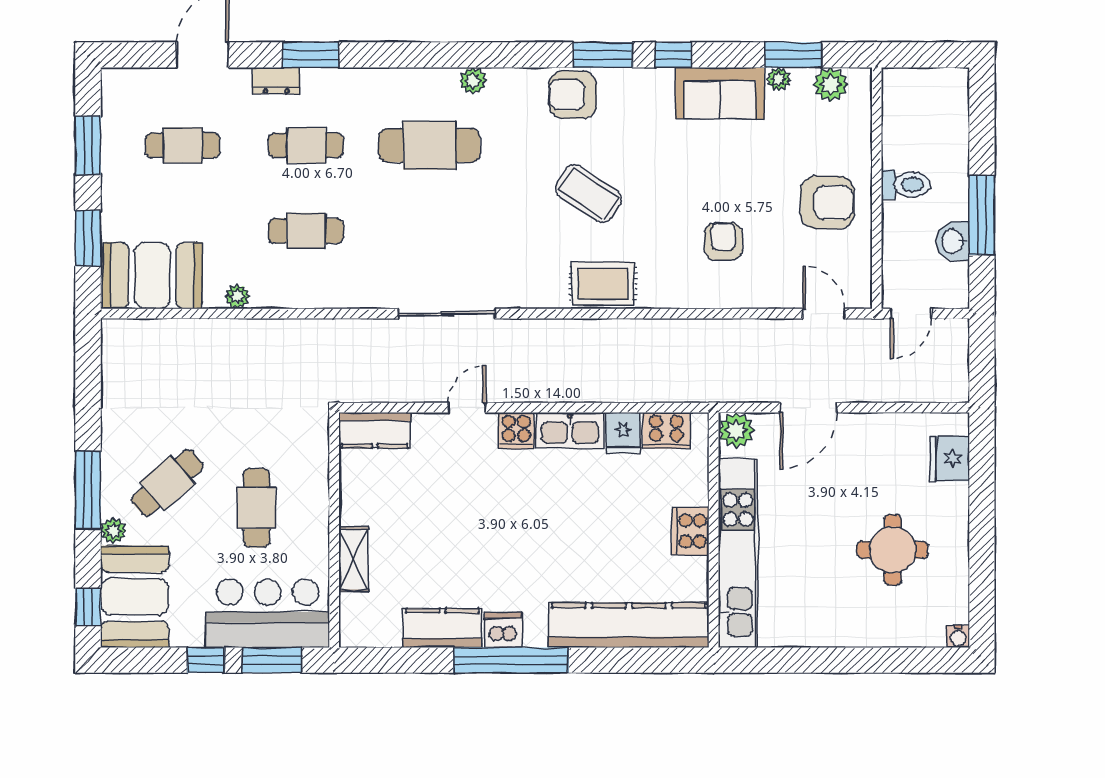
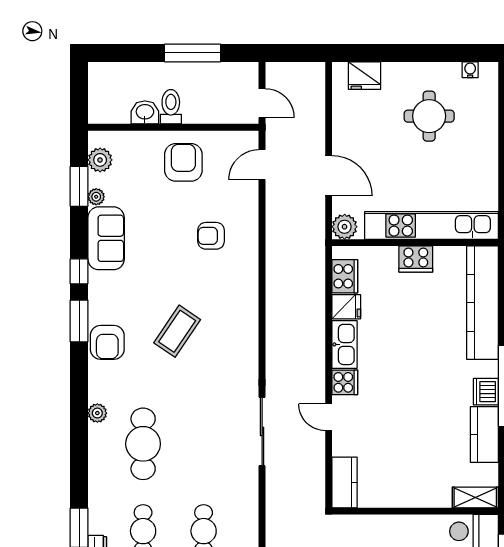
washbasin: (953, 241) -> (145, 112), moved, turned 180
rug: (603, 284) -> (241, 321), removed
shelving: (353, 559) -> (475, 497), moved
water cooler: (958, 636) -> (470, 70), moved, turned -90

